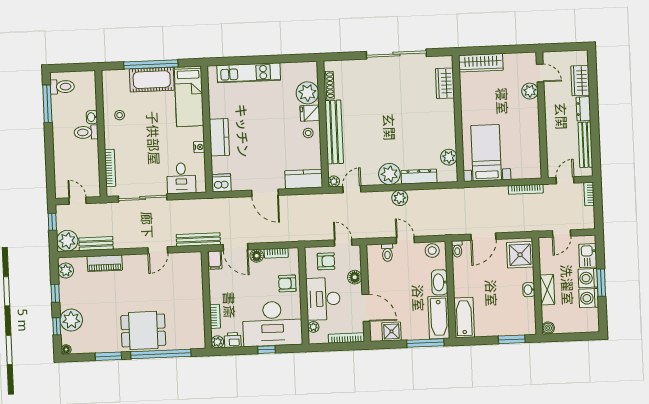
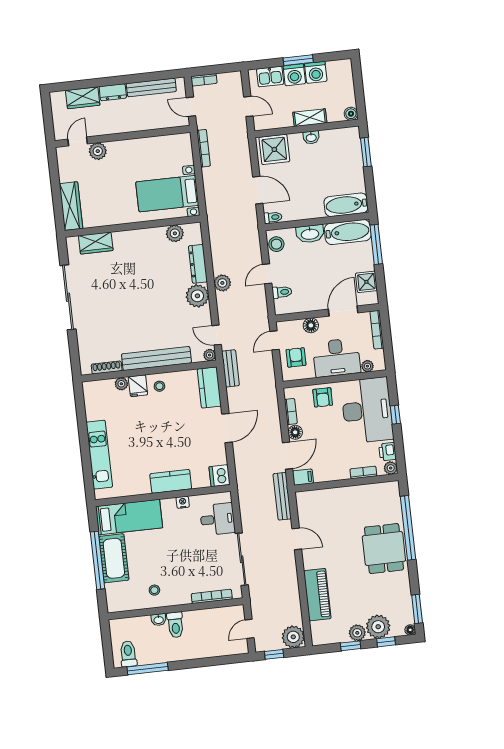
plant: (307, 93) -> (121, 384), width x0.53, depth x0.53
bench: (96, 244) -> (230, 368), moved
piano: (105, 263) -> (317, 595), width x1.37, depth x1.33
plant: (66, 271) -> (357, 633), moved
window: (108, 356) -> (417, 609), moved

